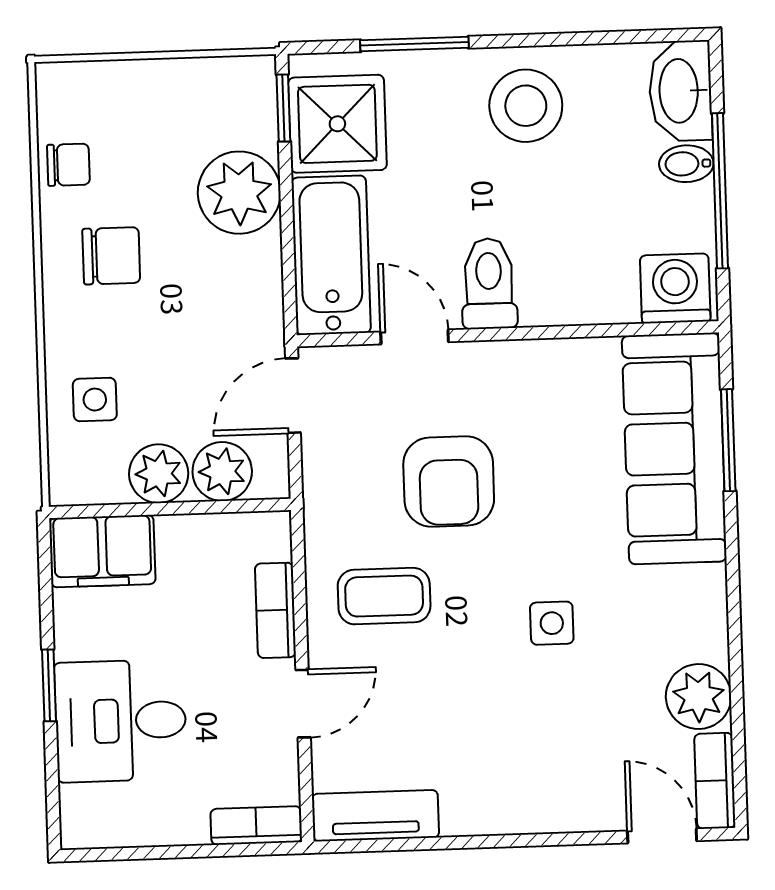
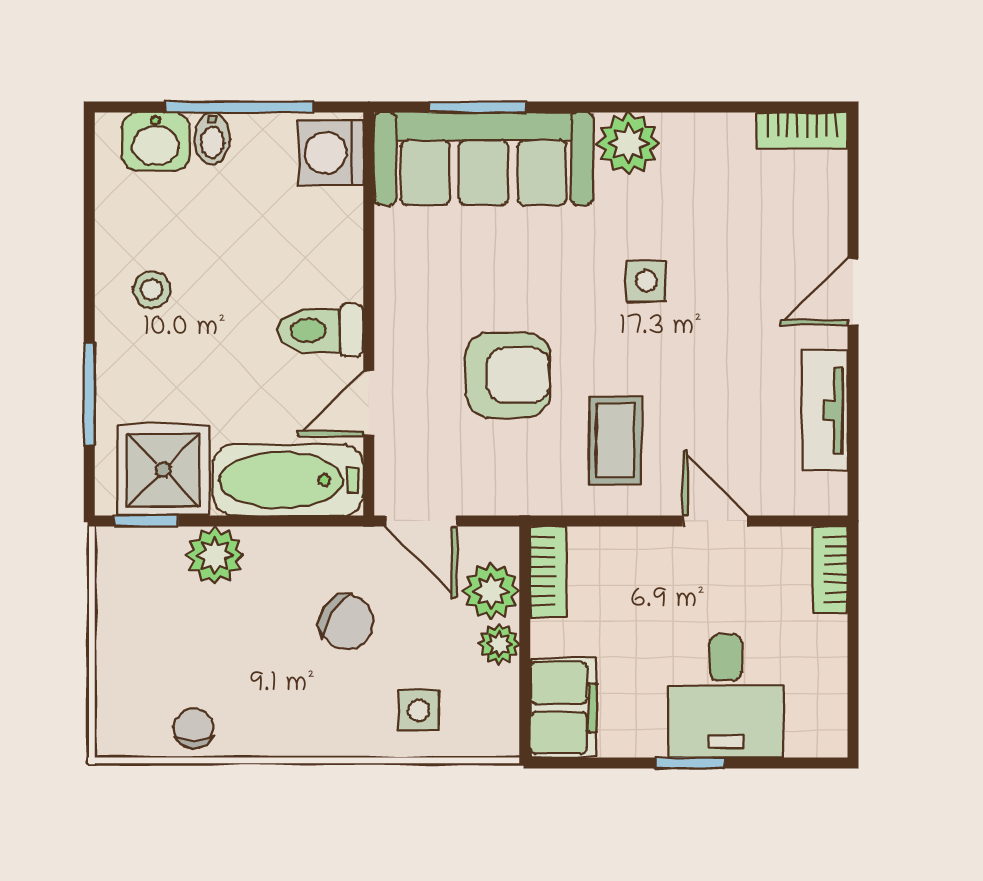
washbasin: (680, 91) -> (156, 141), width x0.72
stool: (526, 106) -> (152, 290), width x0.53, depth x0.53
plant: (239, 193) -> (215, 555), width x0.73, depth x0.73
chair: (111, 256) -> (347, 622), moved, turned 123
plant: (159, 474) -> (499, 644), width x0.73, depth x0.73
bookcase: (275, 610) -> (548, 572), moved, turned -90
plant: (699, 697) -> (628, 143), moved
tv unit: (375, 816) -> (825, 411), moved
door: (662, 836) -> (853, 291), moved

